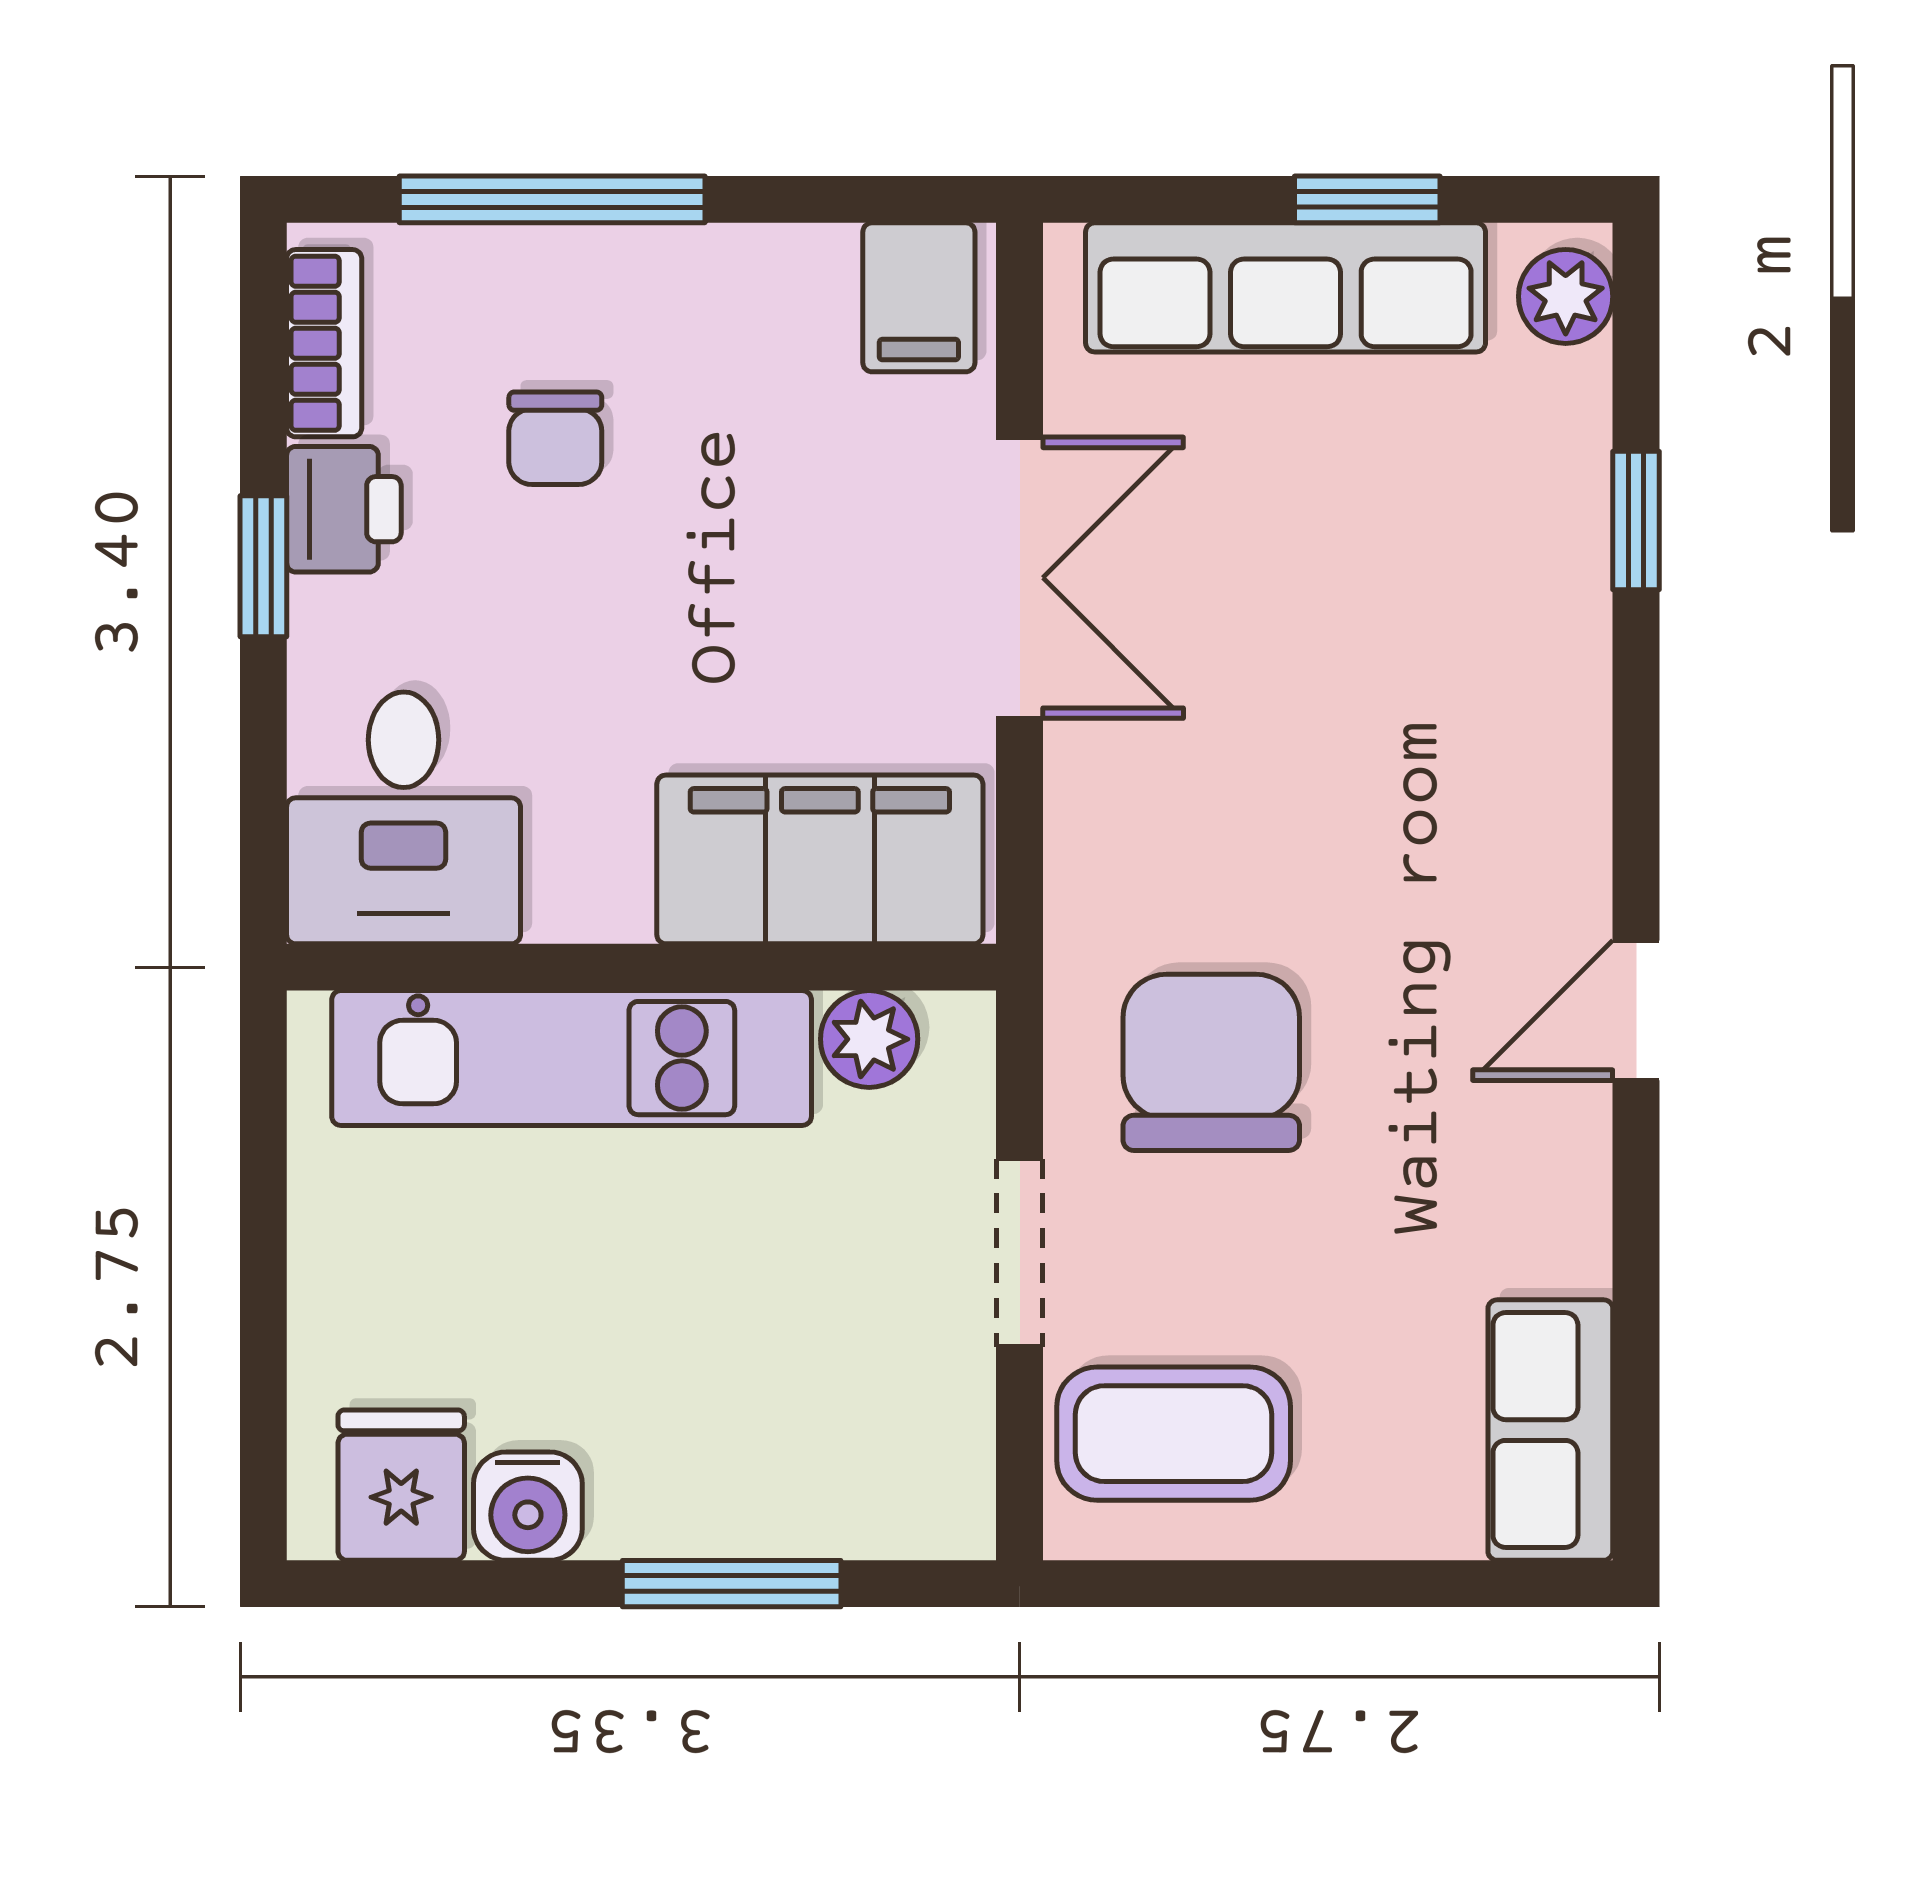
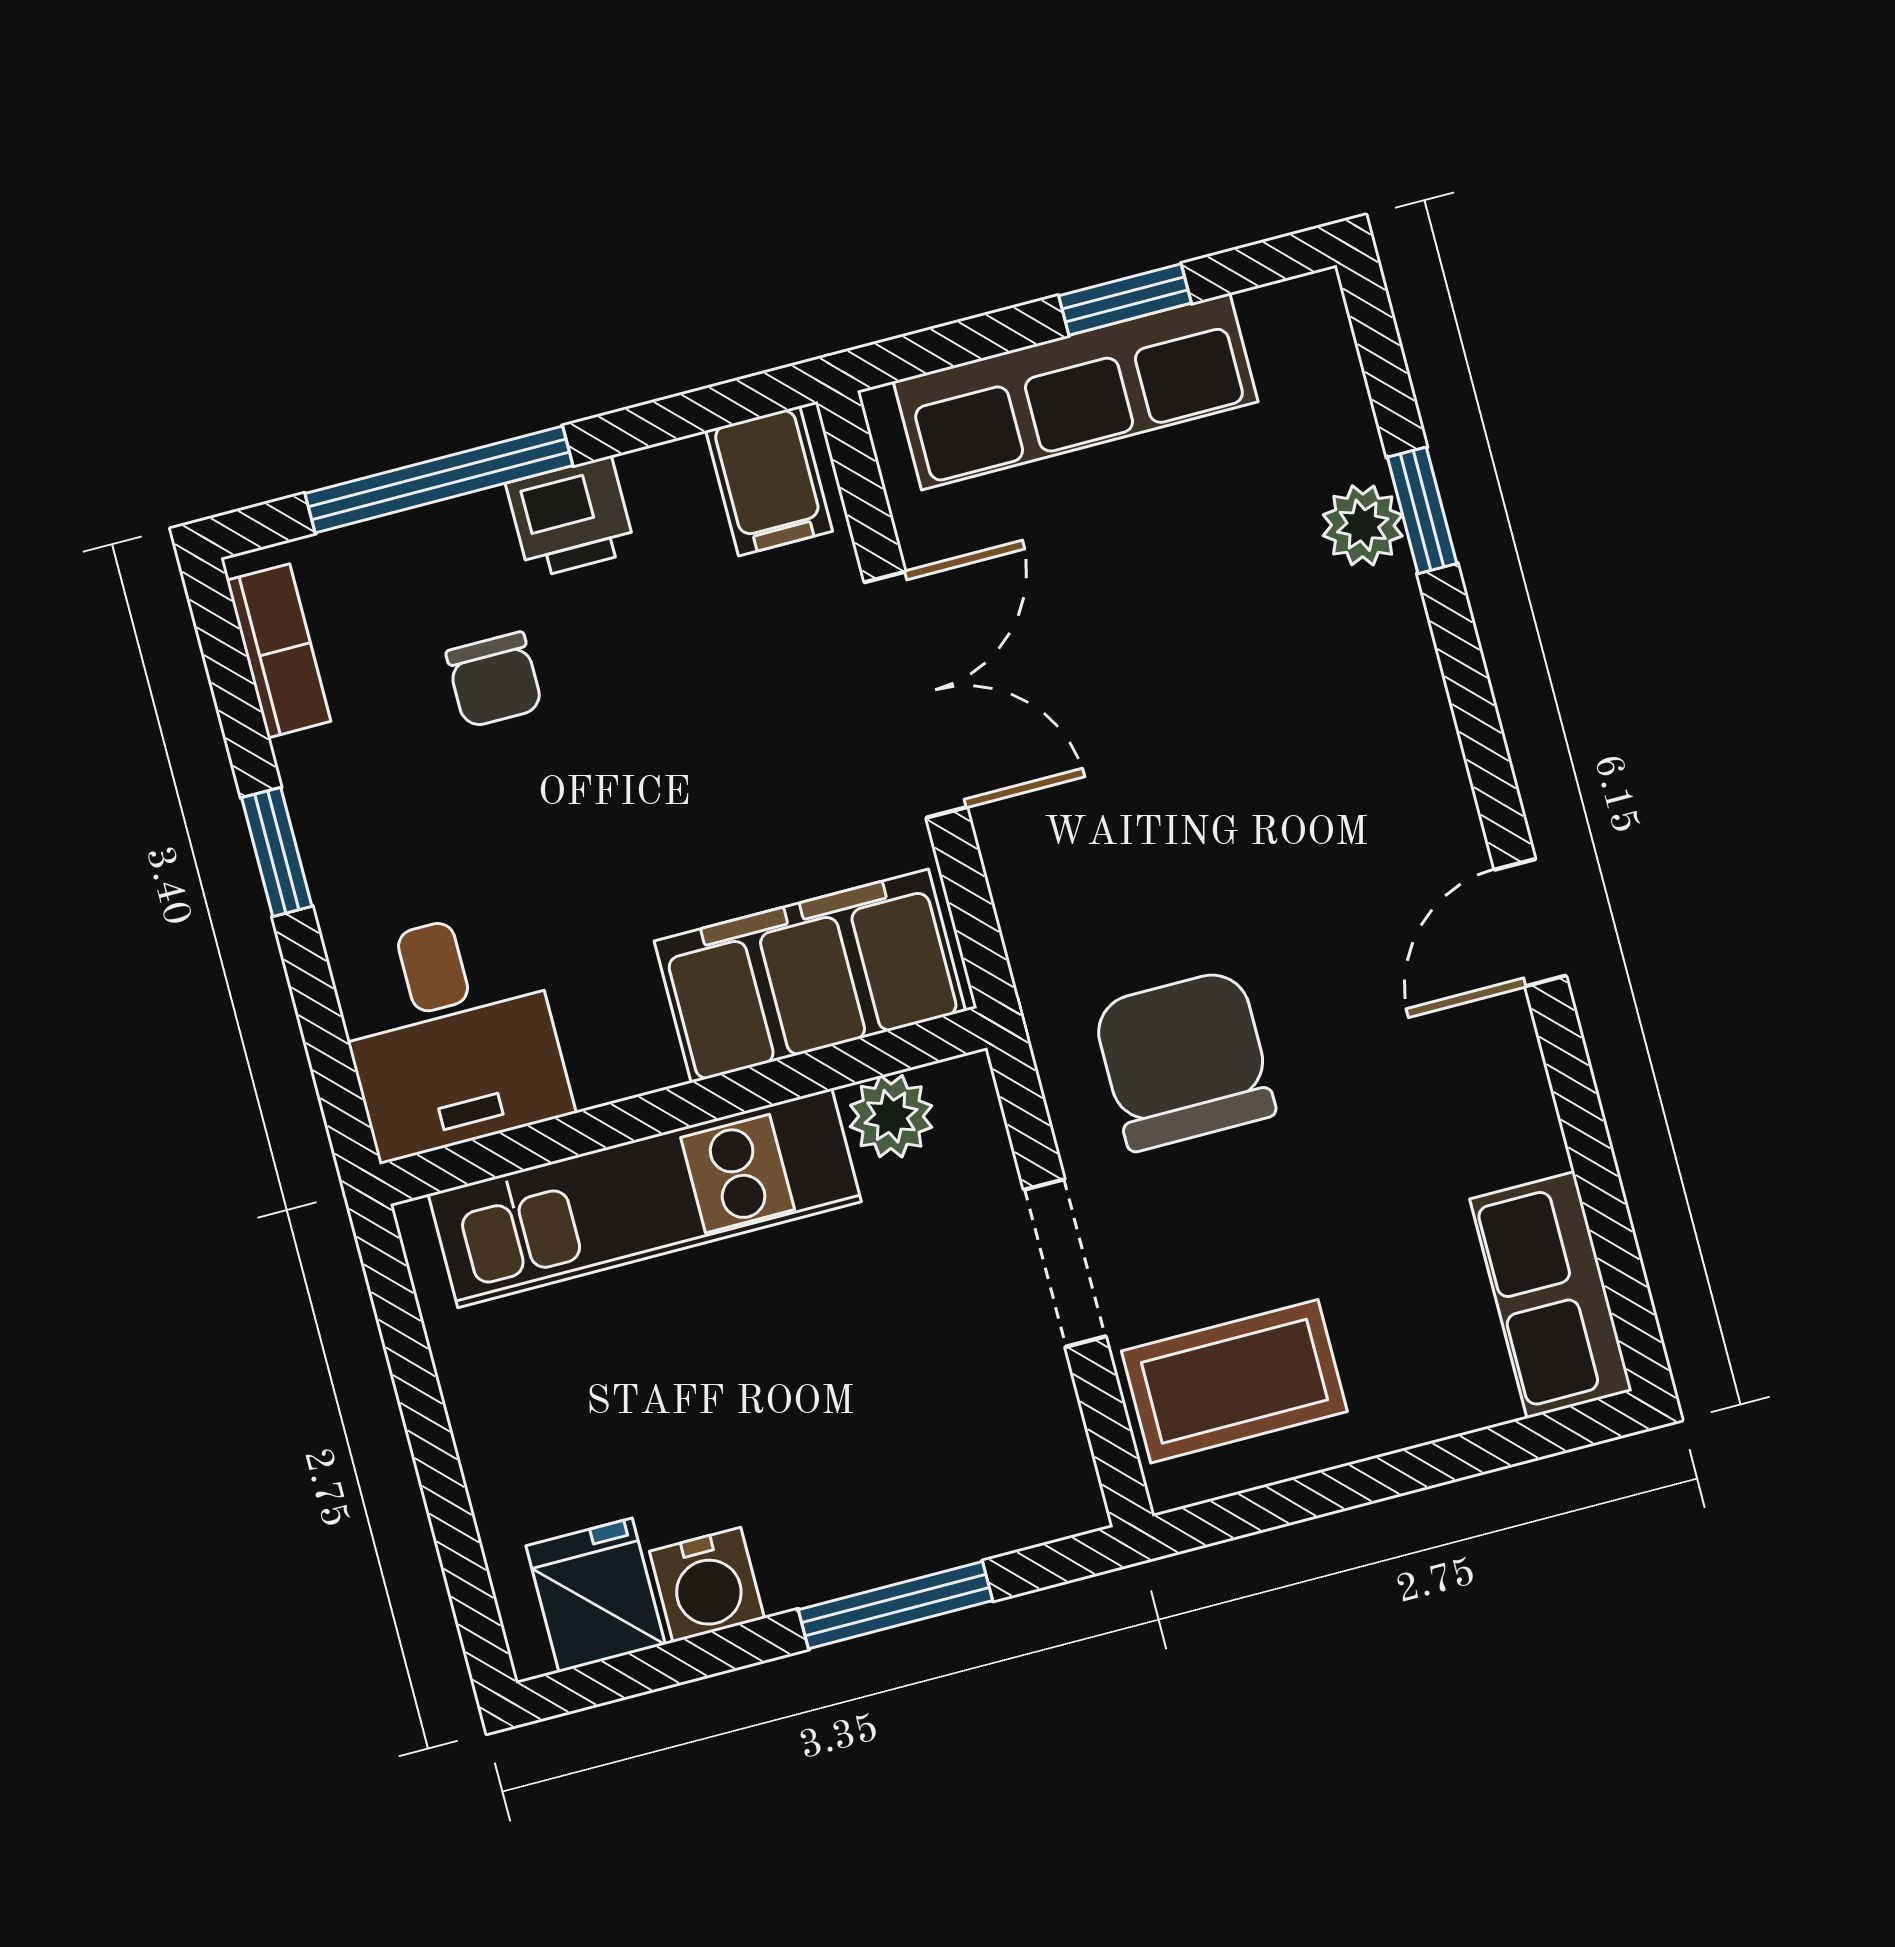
plant: (1566, 296) -> (1363, 525), moved
printer: (344, 509) -> (571, 517), moved, turned 90

